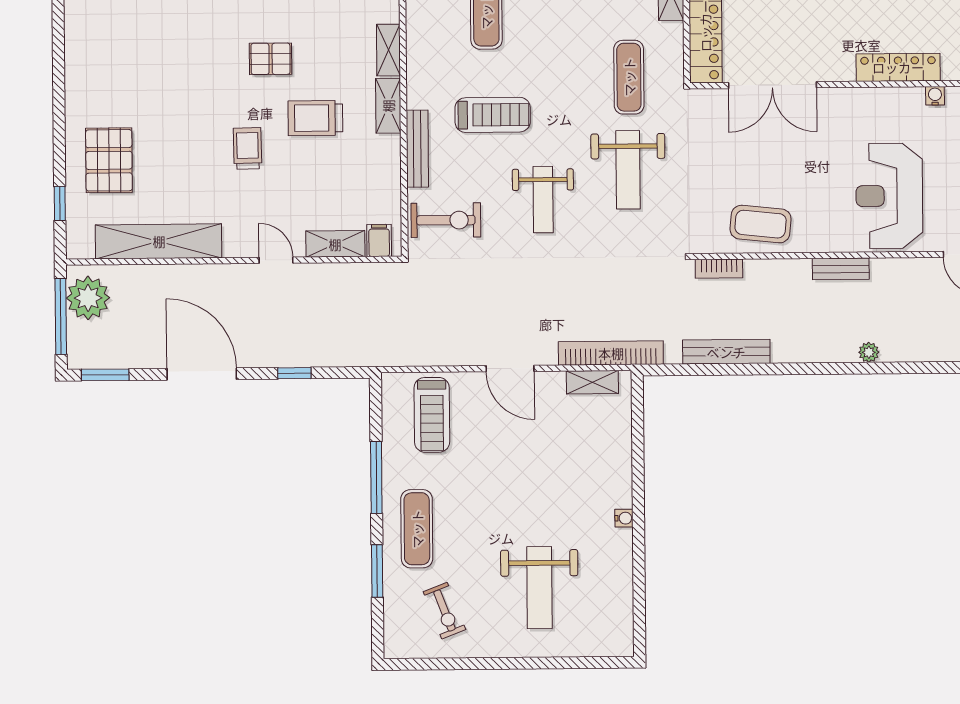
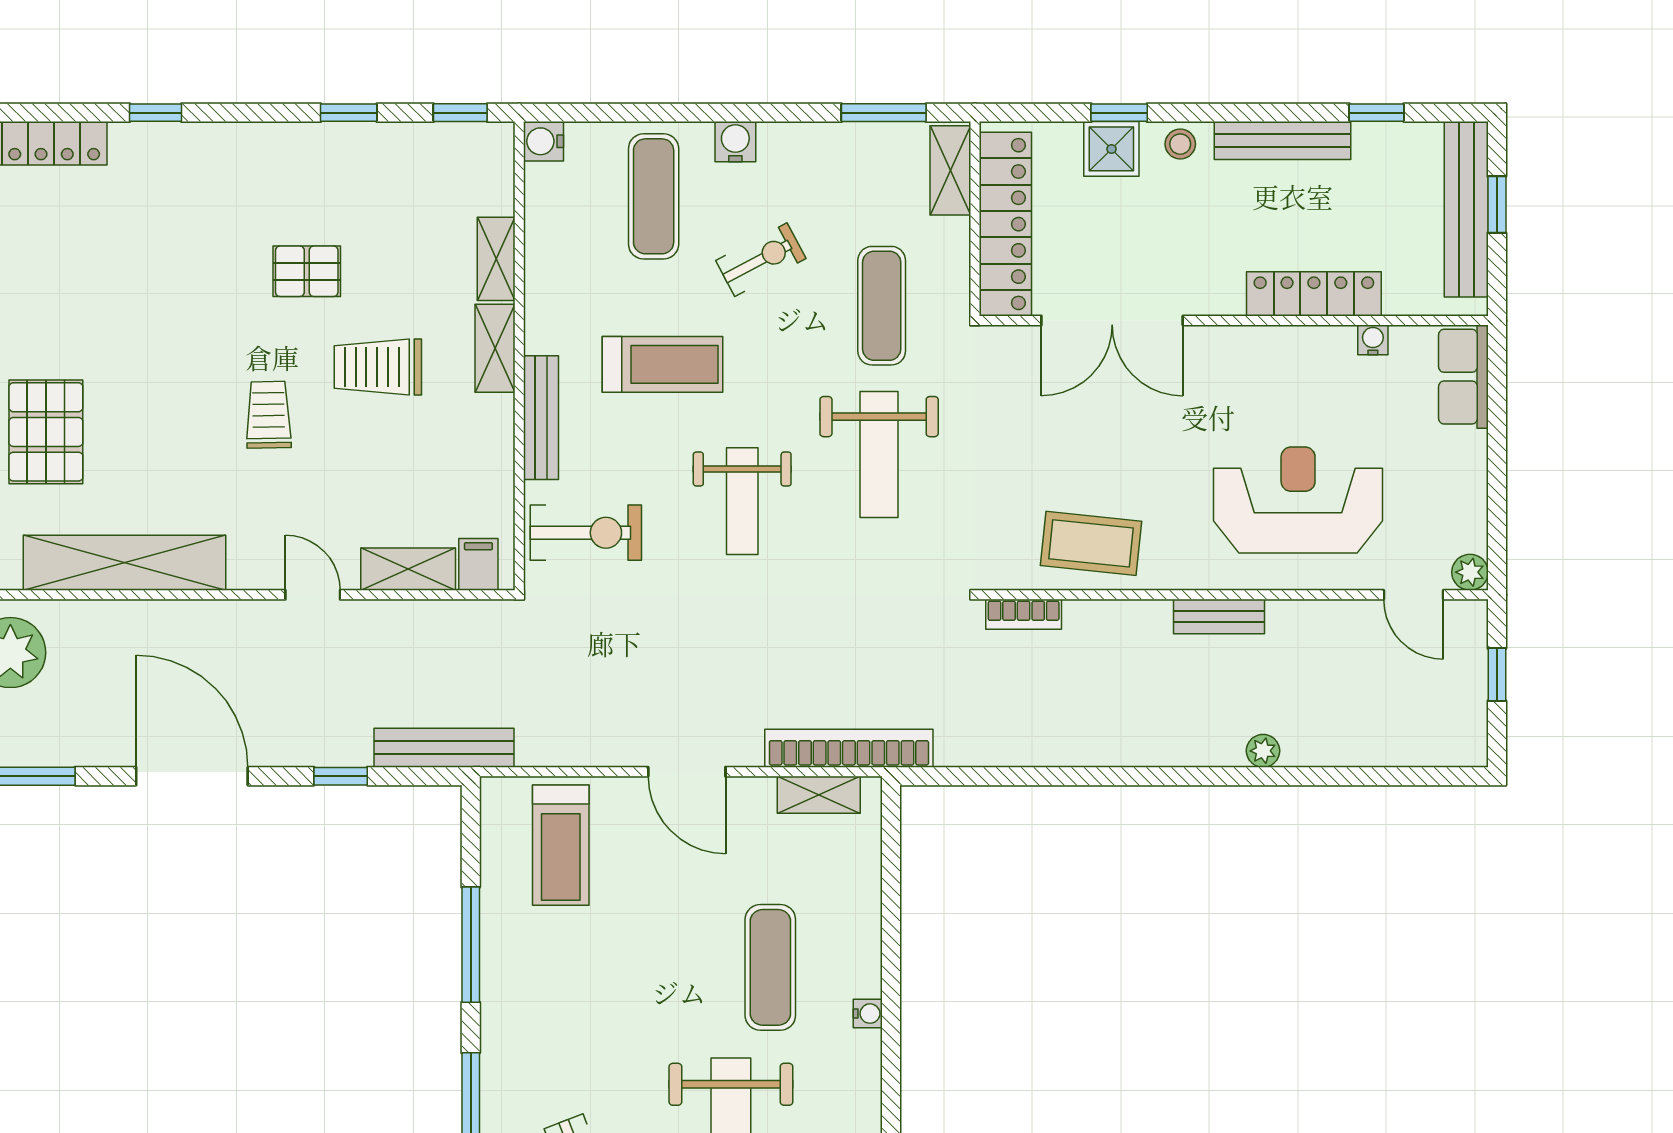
exercise bike: (553, 49) -> (761, 260), added
reception desk: (889, 196) -> (1298, 500), turned 90
bench: (726, 352) -> (444, 748), moved
exercise mat: (417, 529) -> (770, 967), moved

